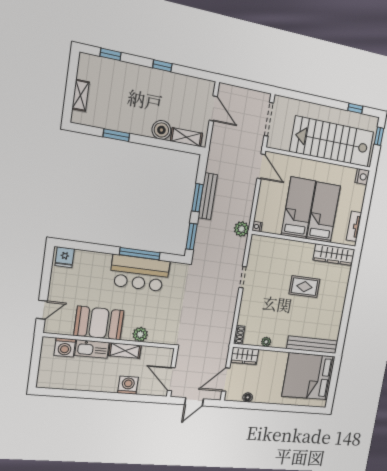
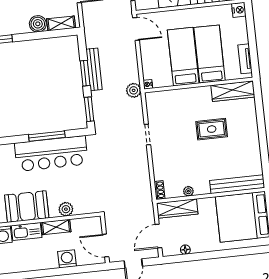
bar counter: (140, 273) -> (51, 154), width x1.36
wardrobe: (245, 356) -> (177, 208), width x1.50

